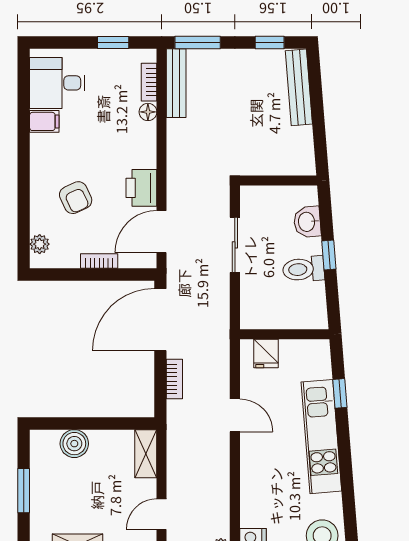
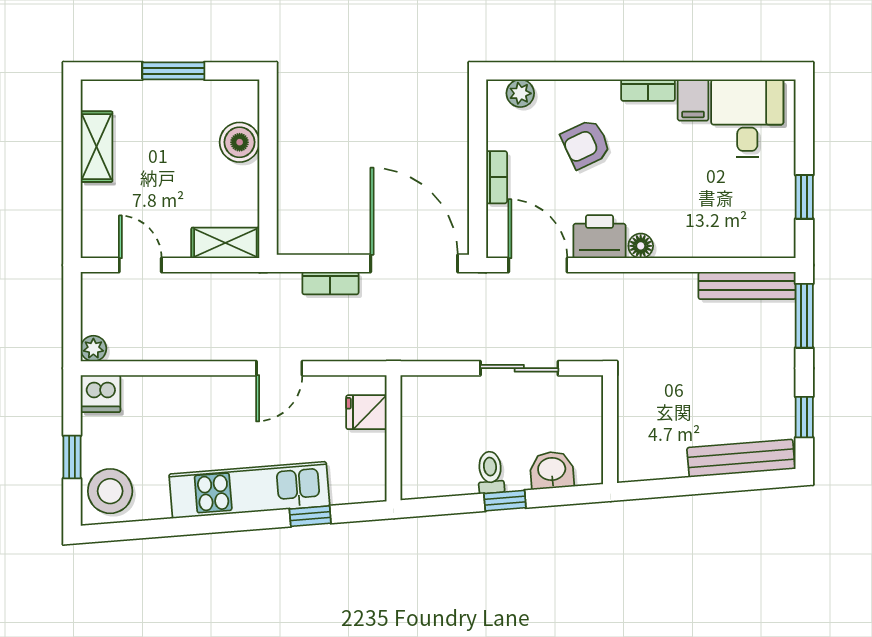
bookcase: (149, 82) -> (648, 90), moved, turned 180
floor lamp: (148, 112) -> (641, 246), moved
toilet: (303, 269) -> (490, 472), width x0.73, depth x0.72

